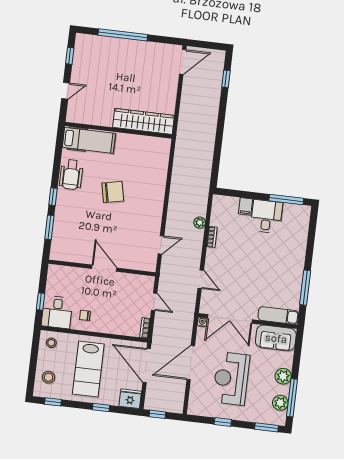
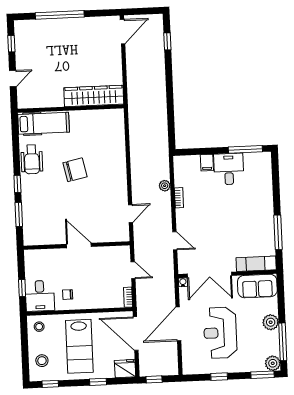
plant: (280, 403) -> (273, 363), moved

